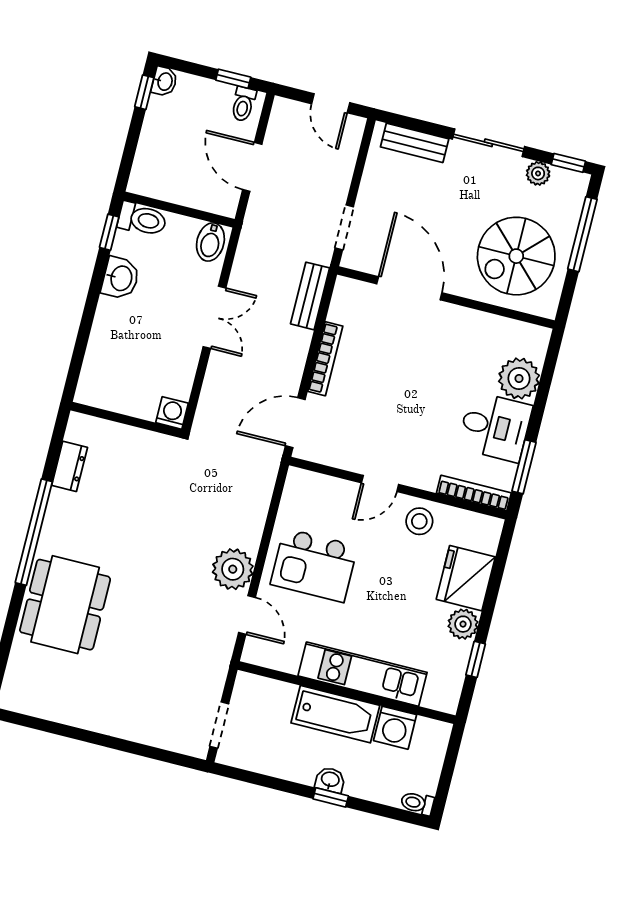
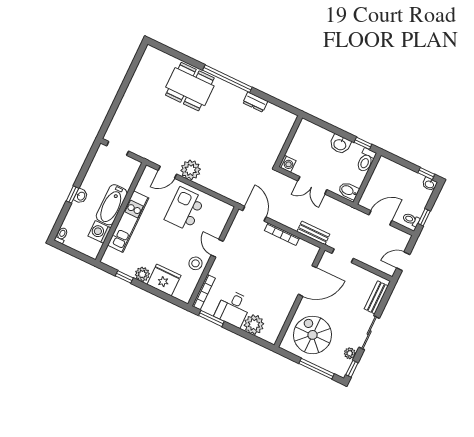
washing machine: (172, 413) -> (287, 164), moved
wall: (126, 420) -> (288, 141), moved

